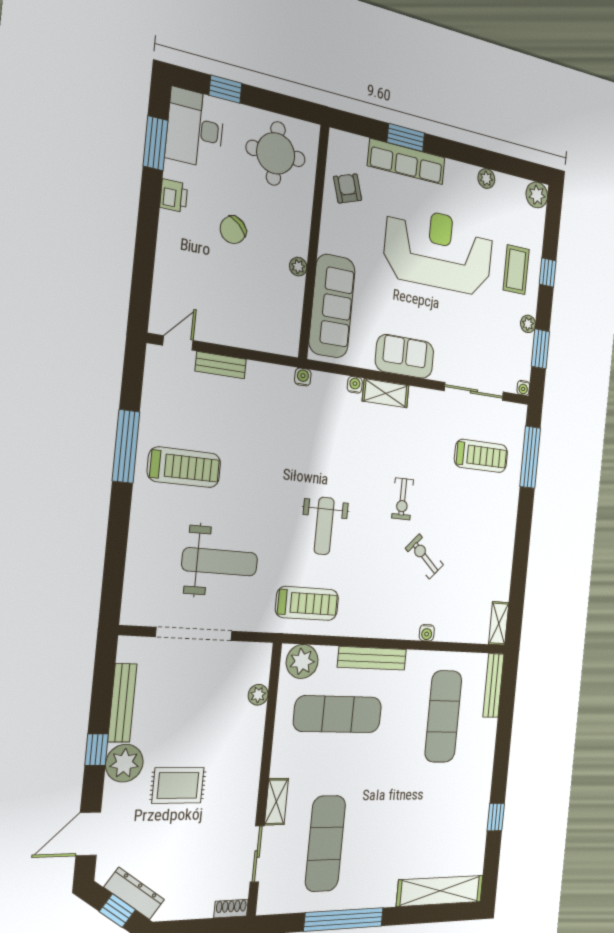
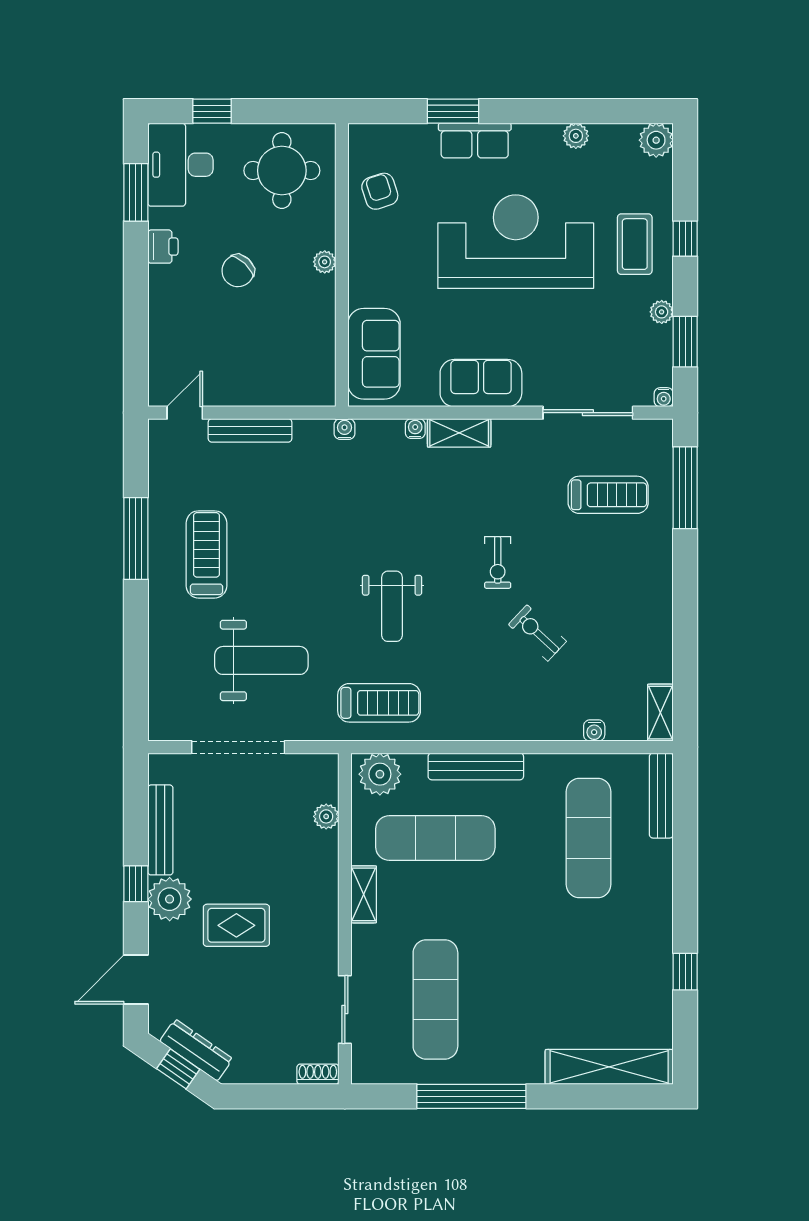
row of seats: (407, 162) -> (475, 141), width x0.68
plant: (298, 267) -> (325, 262), moved
sofa: (332, 306) -> (374, 354), width x0.73
bench: (221, 365) -> (250, 430), width x1.36
treadmill: (184, 467) -> (206, 554), turned -90
water cooler: (427, 633) -> (594, 731), moved
shelving: (276, 802) -> (364, 894), moved

